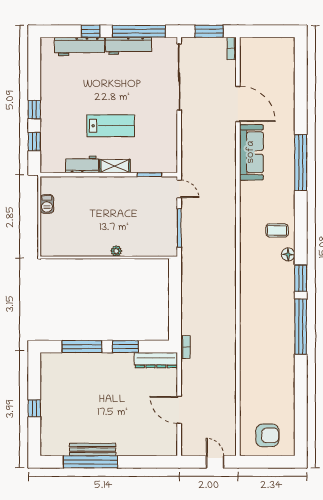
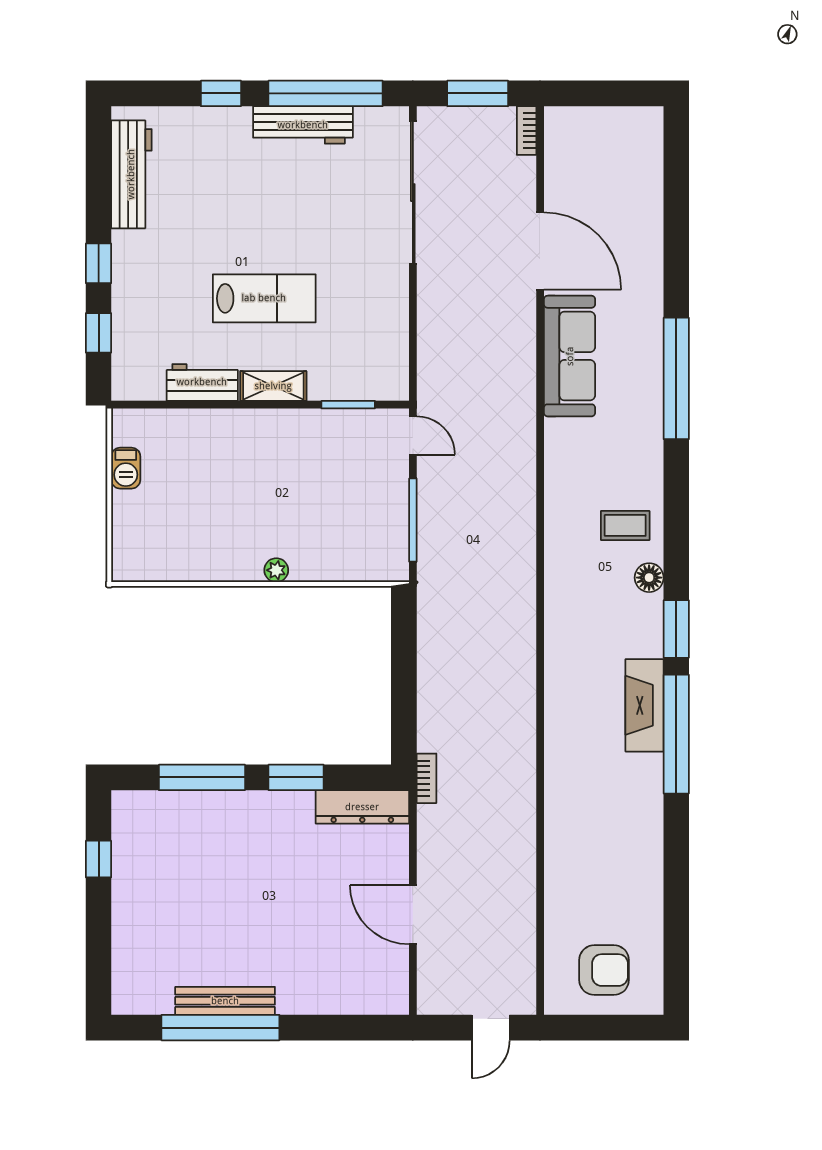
workbench: (80, 46) -> (131, 174), moved, turned -90
fireplace: (286, 313) -> (644, 705), added
window: (34, 408) -> (99, 859), moved
door: (215, 462) -> (491, 1028), swing flipped

